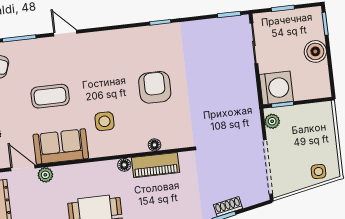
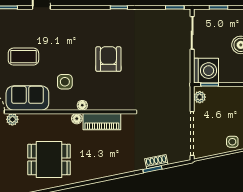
floor lamp: (154, 145) -> (82, 105), moved

